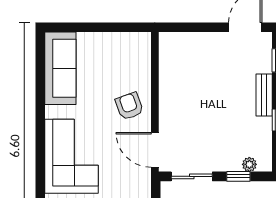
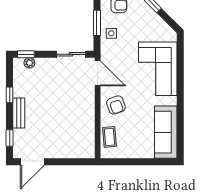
coffee table: (138, 62) -> (109, 137), added
window: (238, 176) -> (26, 54), moved

